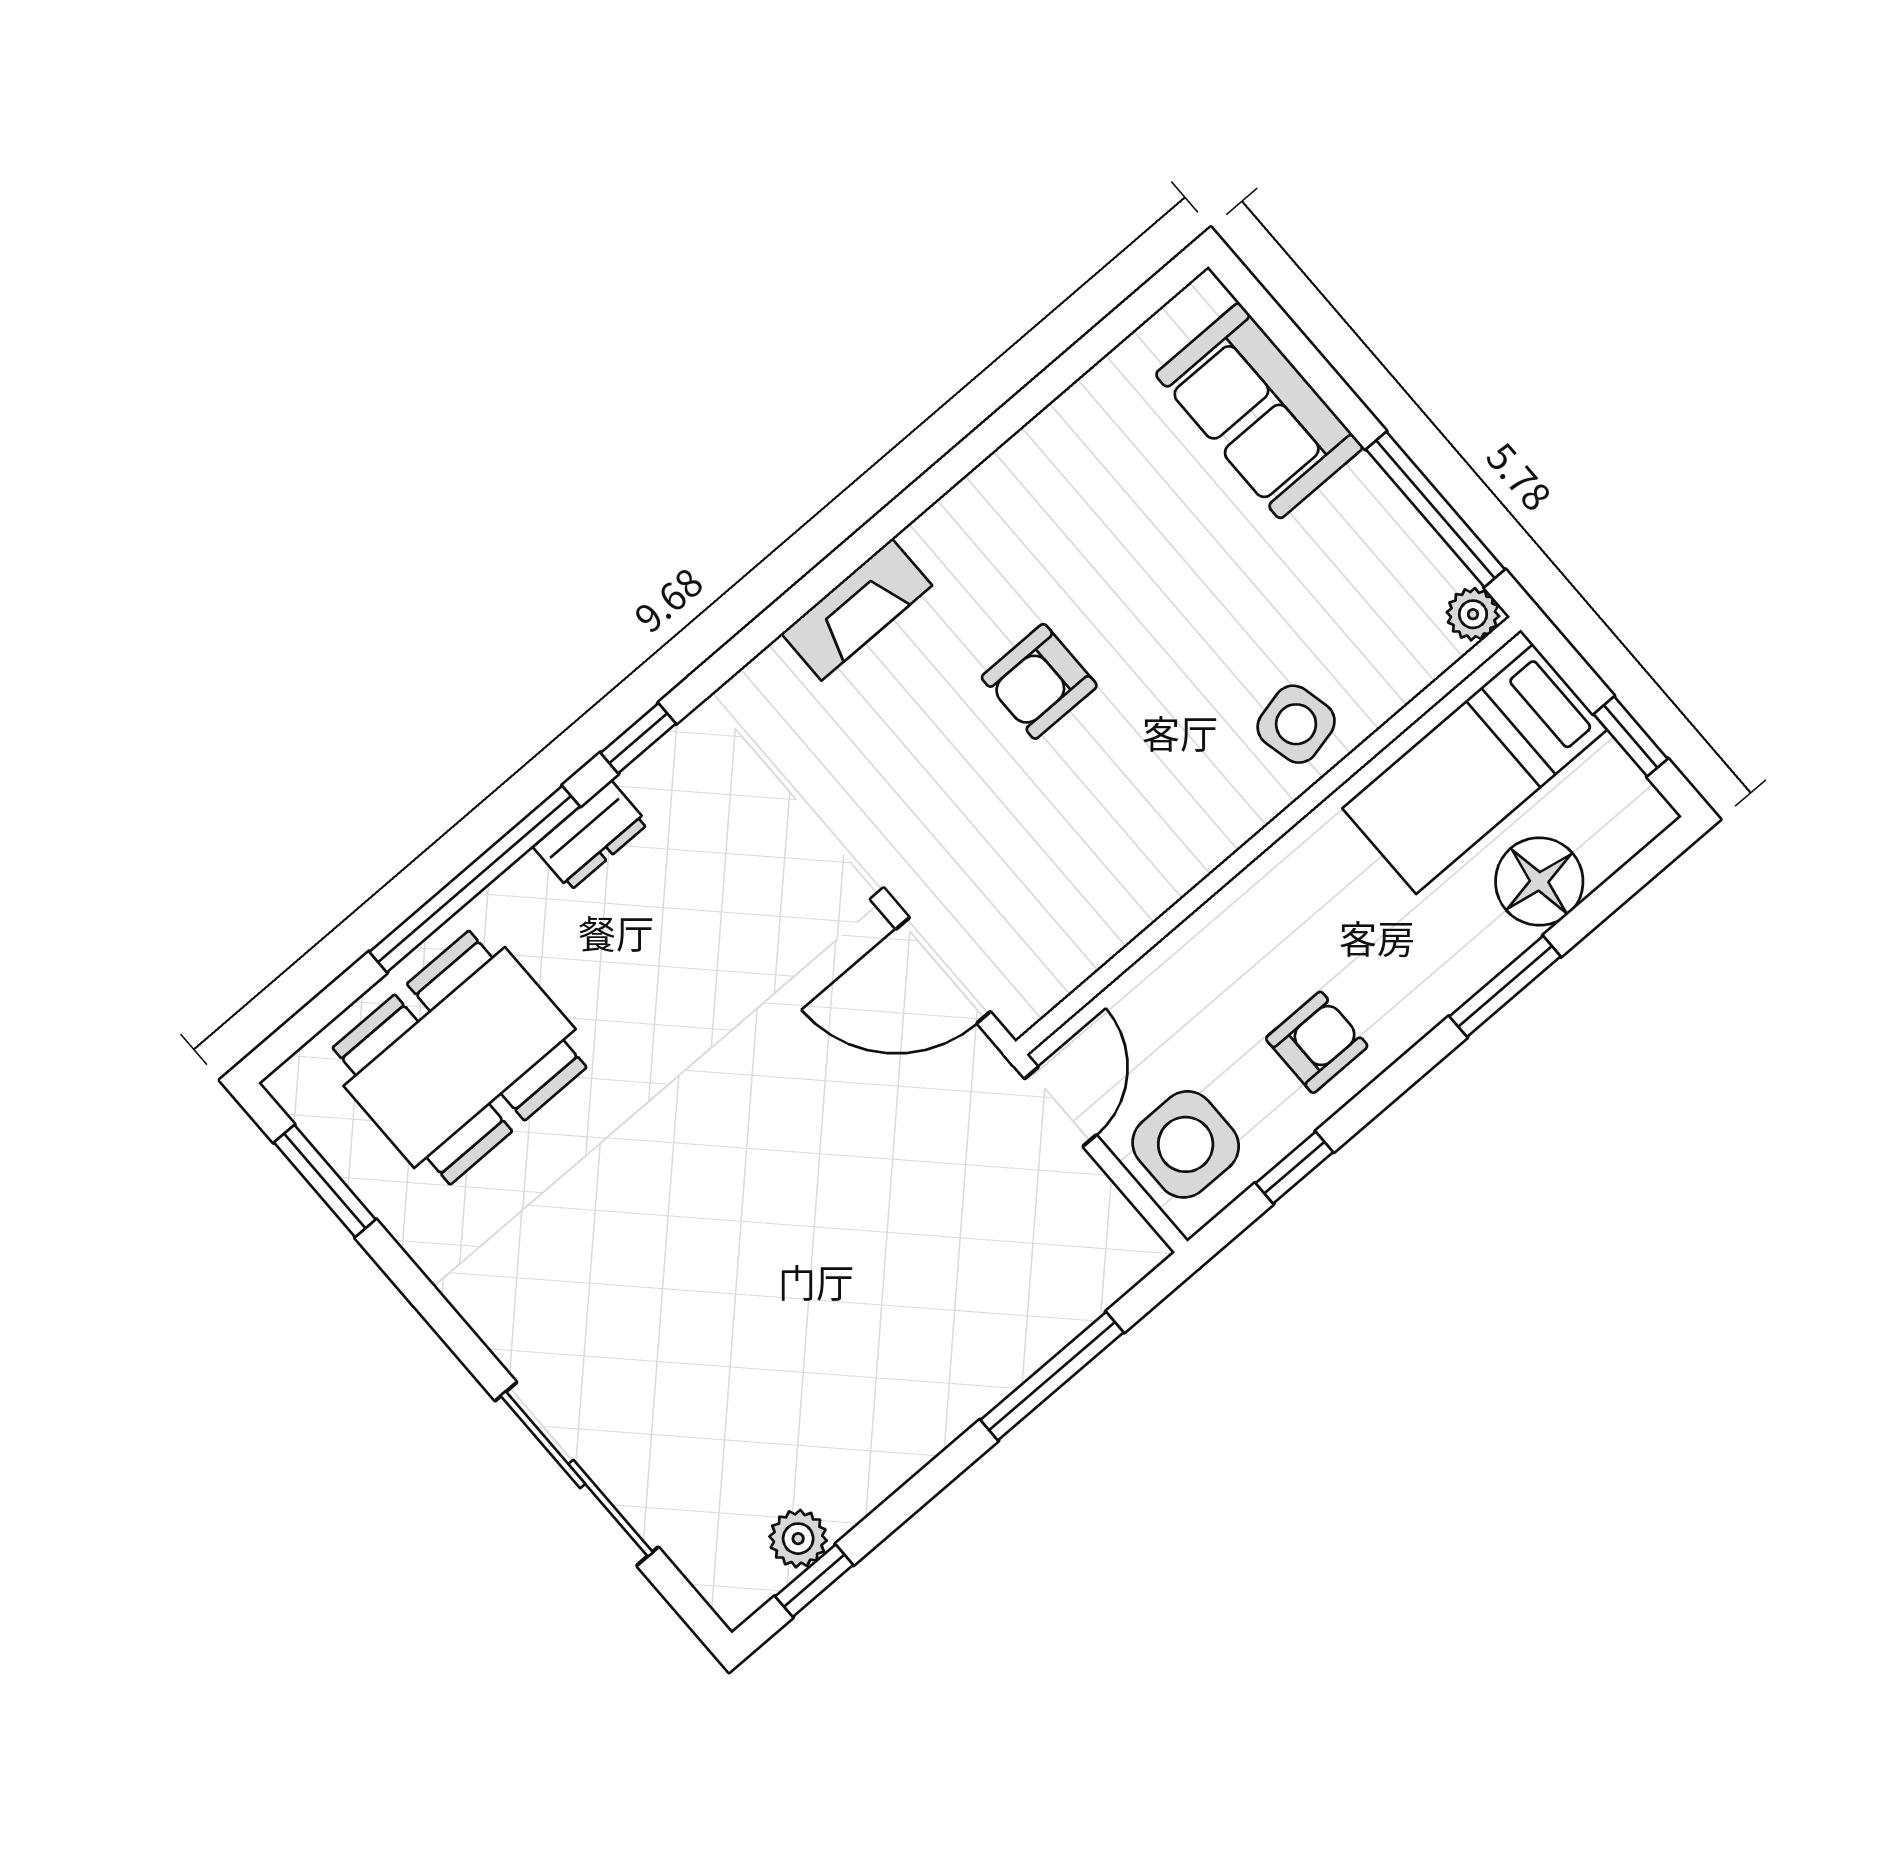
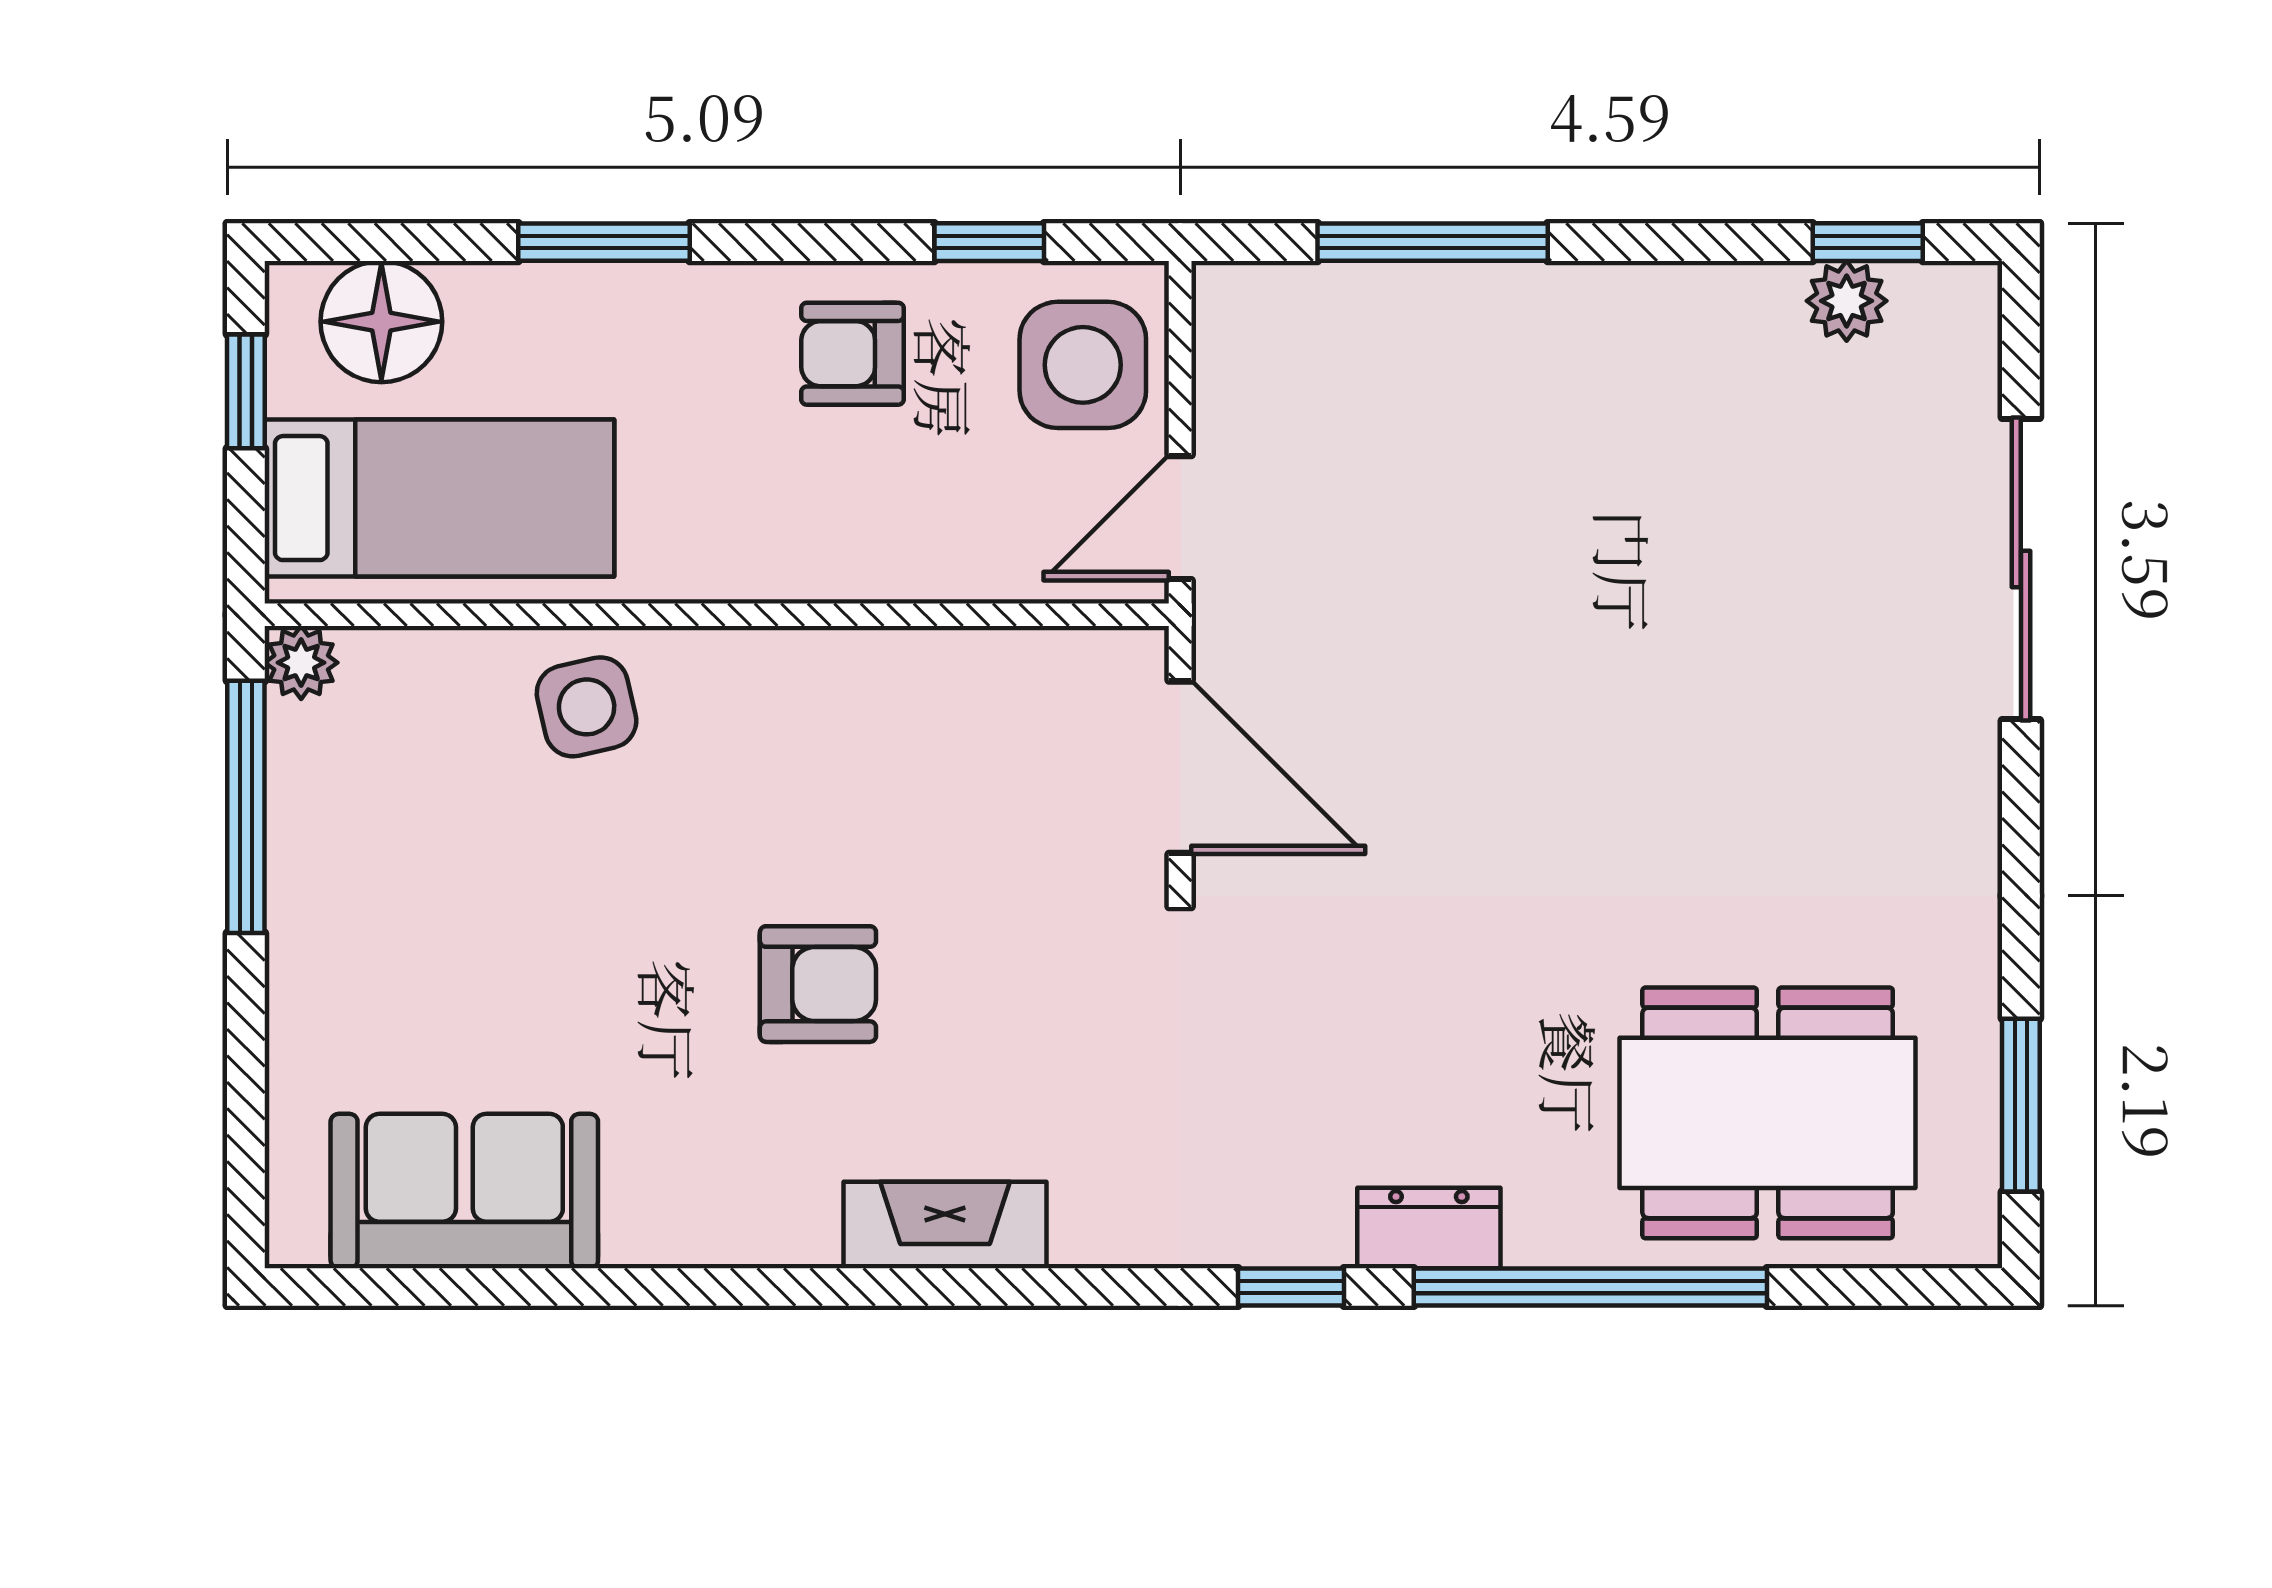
sofa: (1259, 411) -> (464, 1191), moved, turned -90
floor lamp: (1539, 881) -> (381, 322), moved

